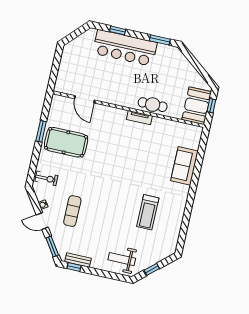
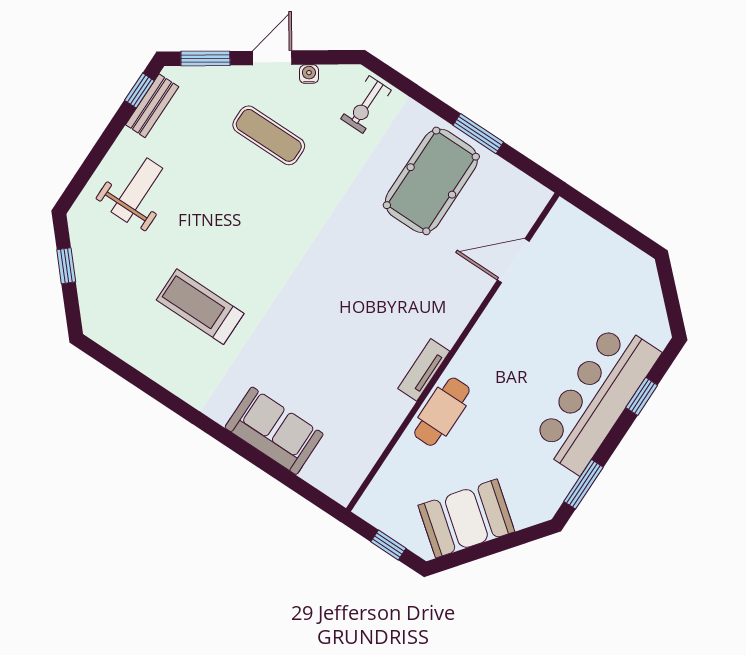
booth: (197, 106) -> (466, 518), moved, turned -52
weight bench: (122, 259) -> (137, 190), moved

